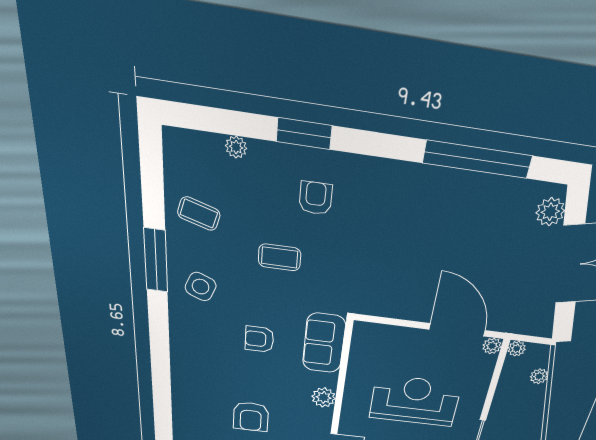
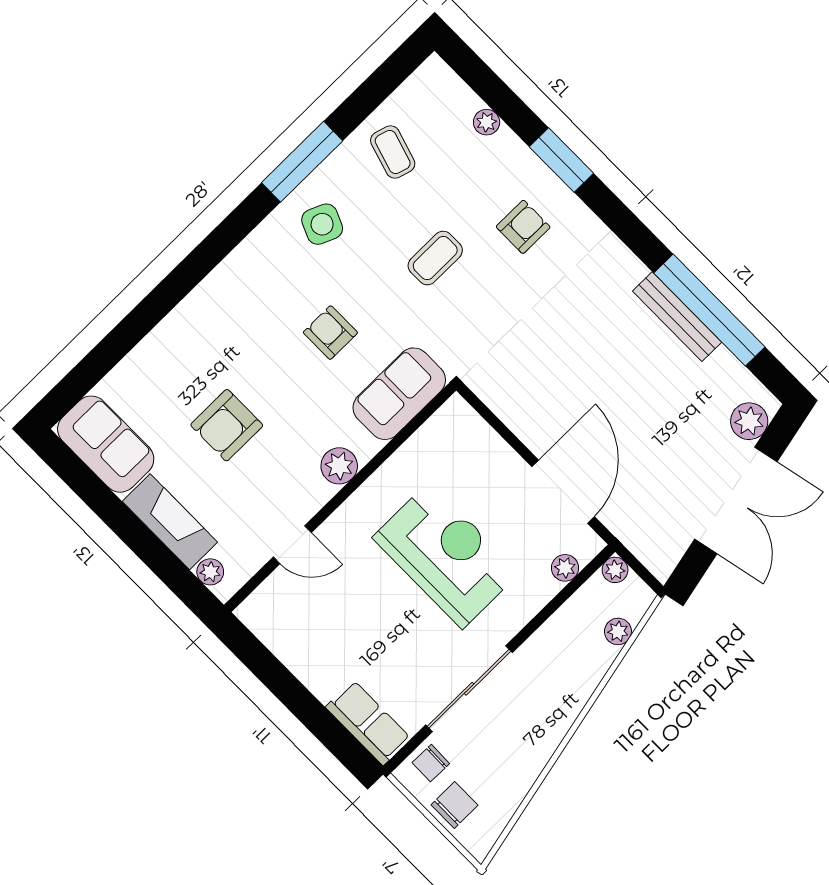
bench: (458, 180) -> (677, 317), added
coffee table: (280, 257) -> (435, 258), turned 90
plant: (492, 346) -> (565, 568), moved

